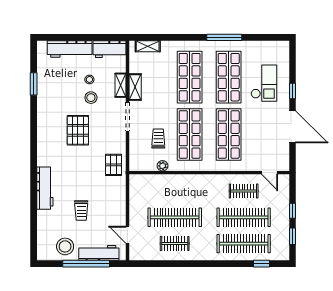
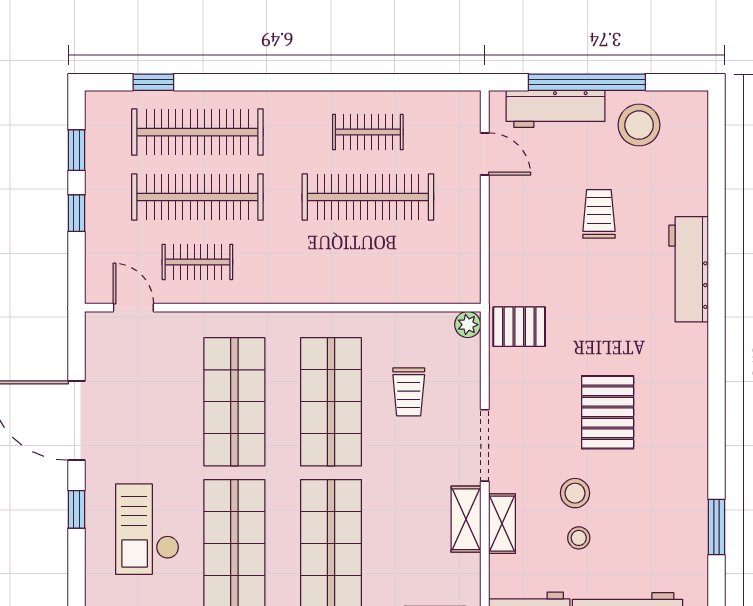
pallet: (113, 165) -> (519, 327), turned 90
plant: (162, 166) -> (468, 325), moved

